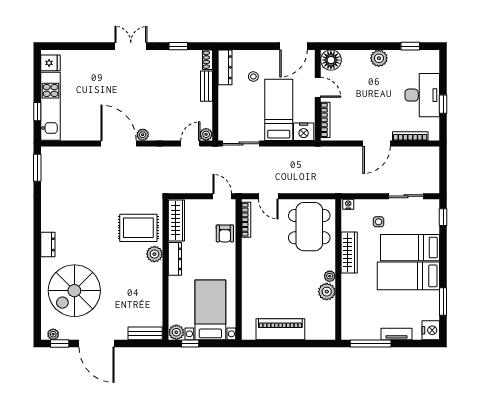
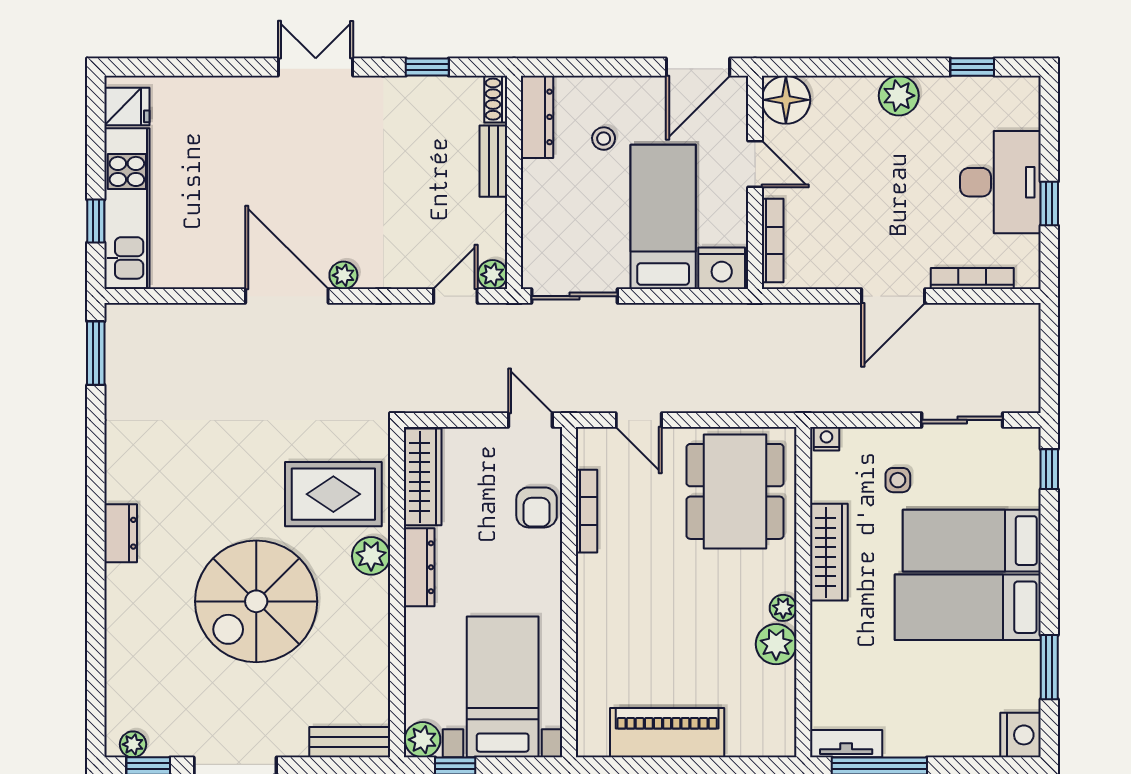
bookcase: (246, 220) -> (587, 511), moved
spiral stairs: (74, 291) -> (256, 601), moved
tv unit: (397, 334) -> (846, 744), moved

